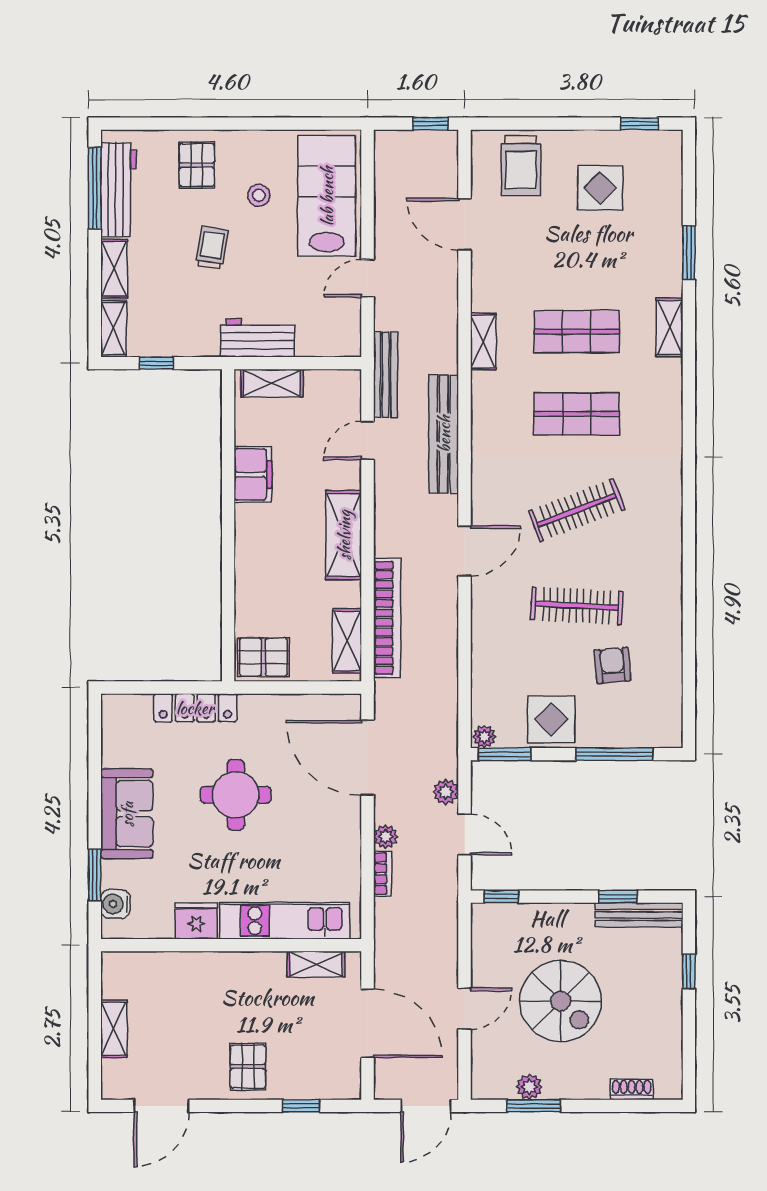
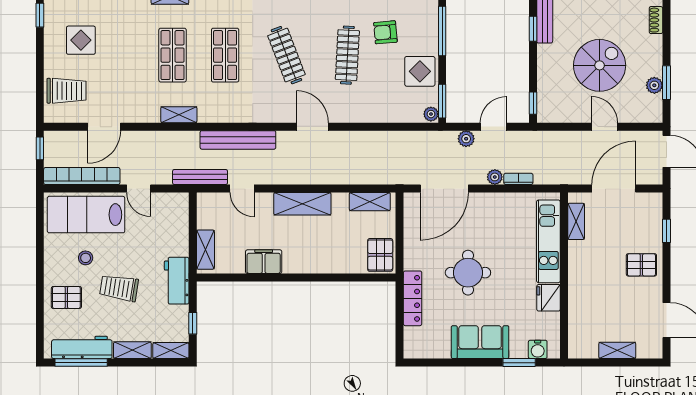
trolley: (212, 248) -> (119, 288), width x1.36, depth x1.39
workbench: (257, 338) -> (177, 281), moved
bookcase: (387, 618) -> (82, 176), moved

